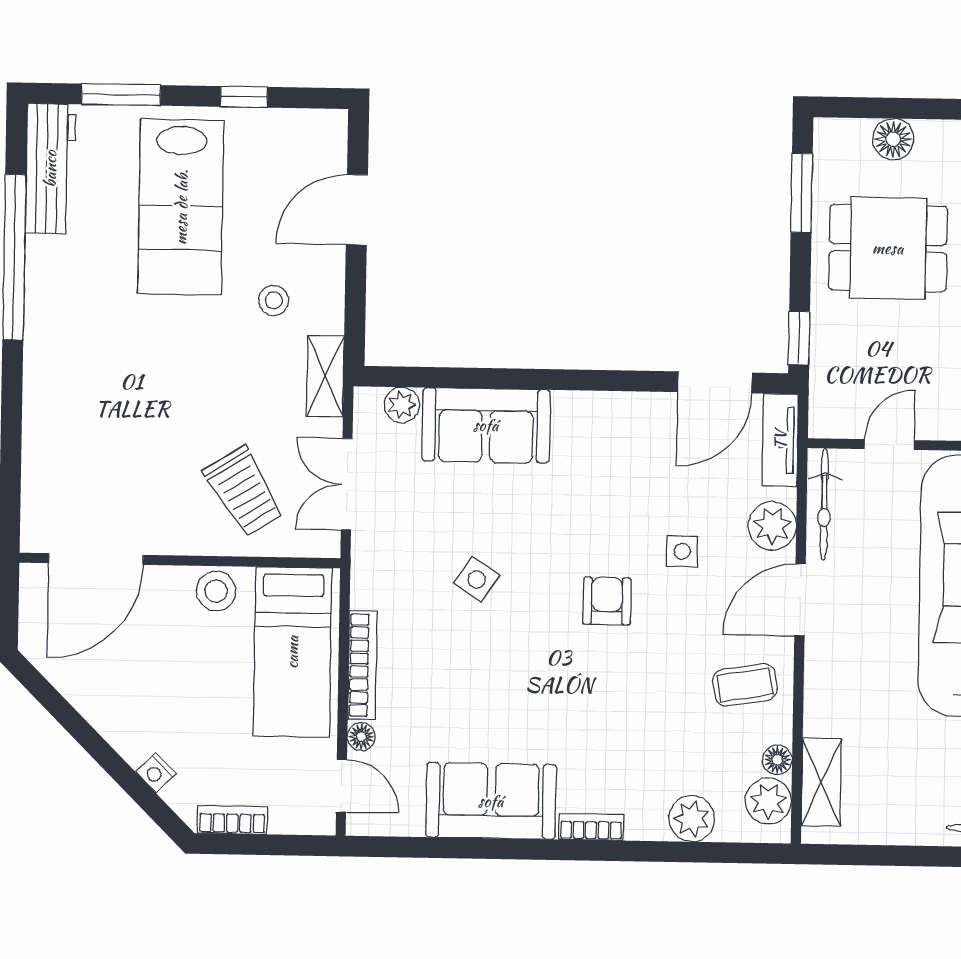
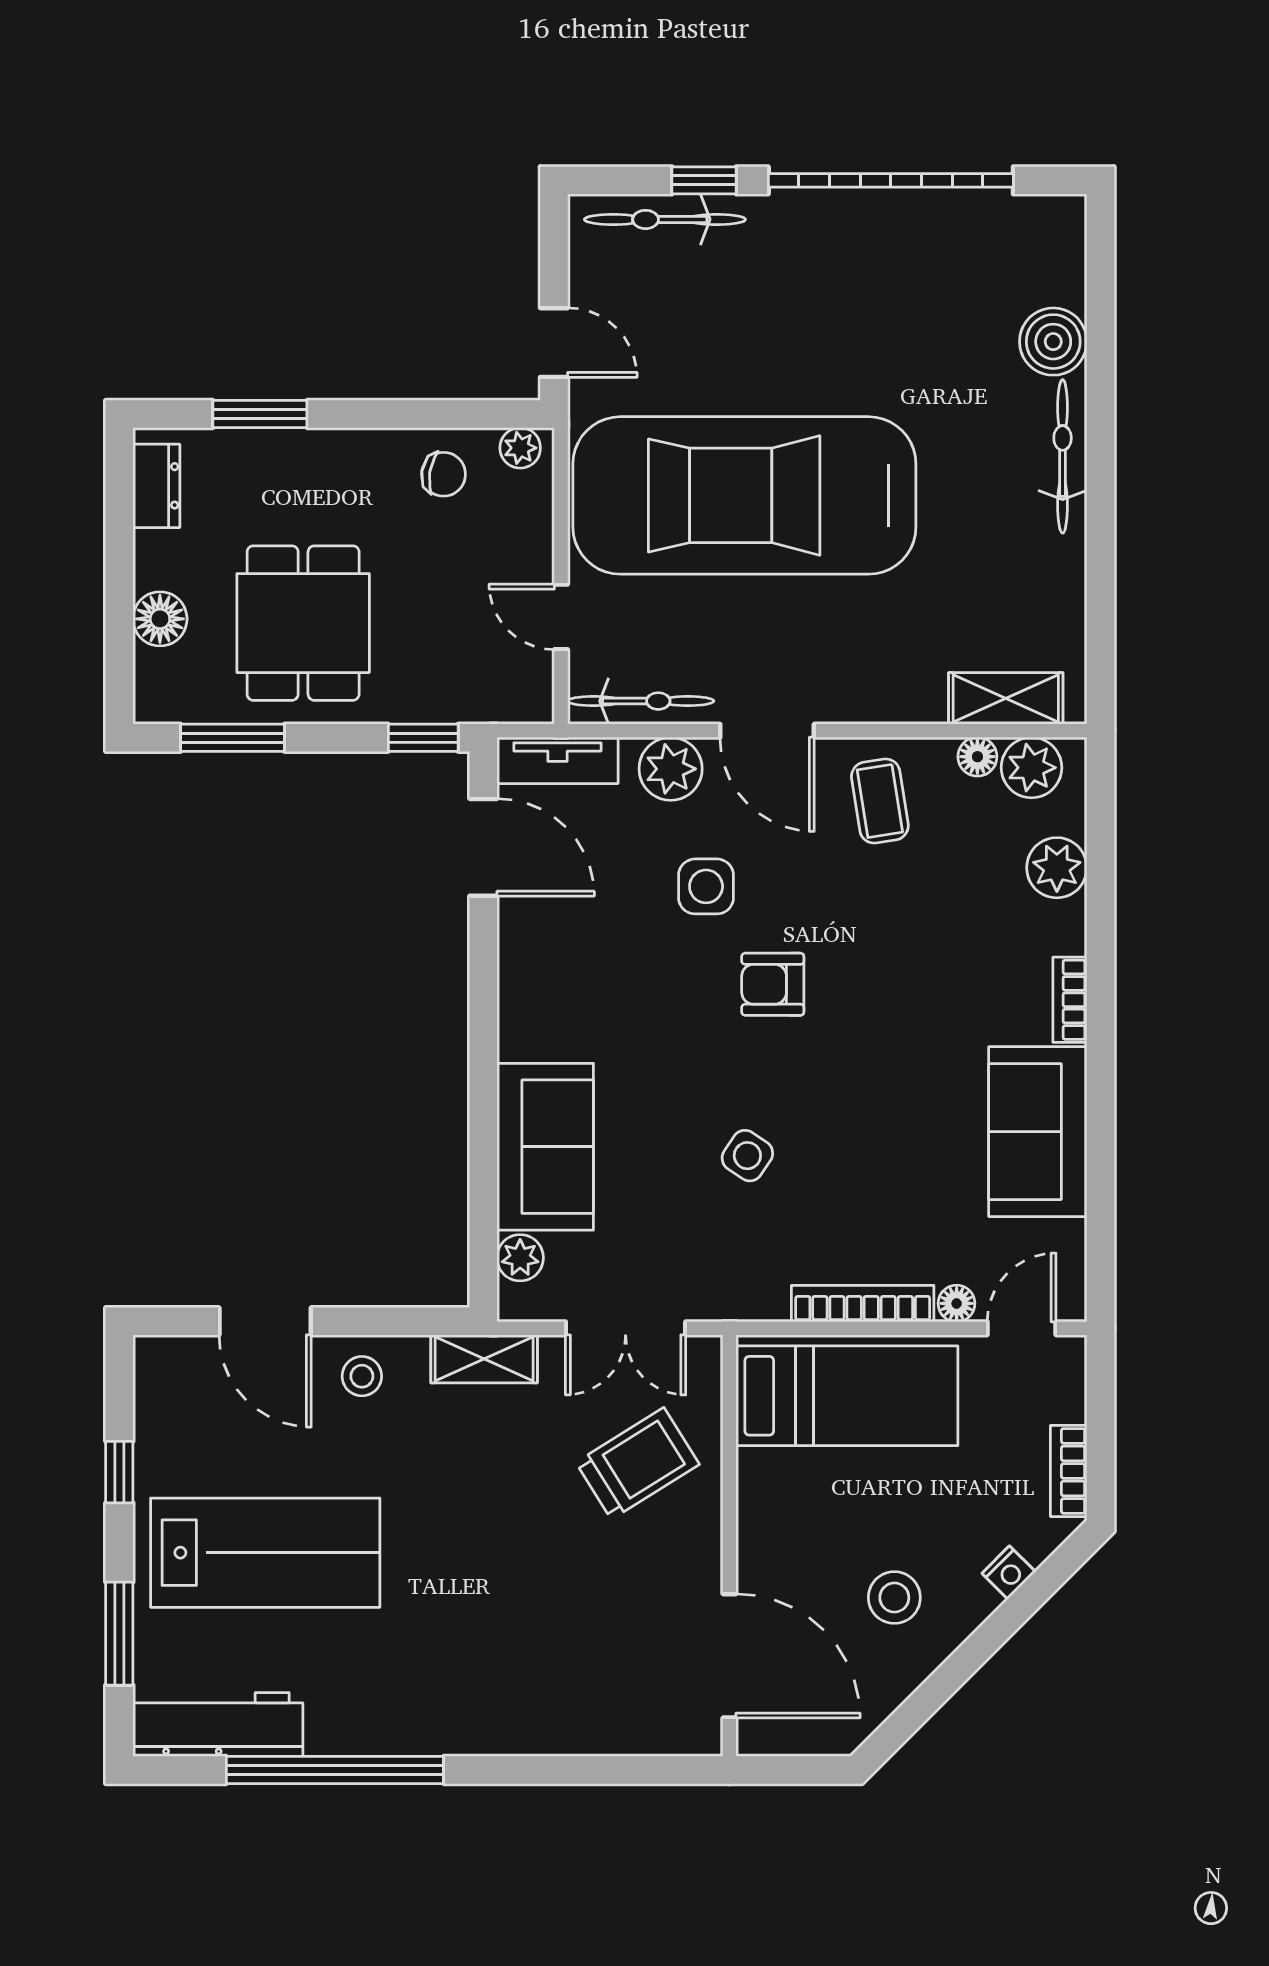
stool: (274, 300) -> (362, 1376), moved
side table: (682, 551) -> (706, 886), width x1.37, depth x1.37
stool: (216, 591) -> (894, 1598), moved

